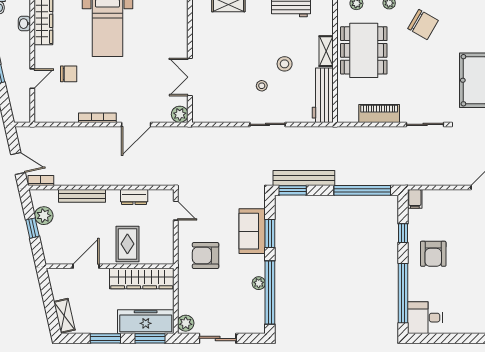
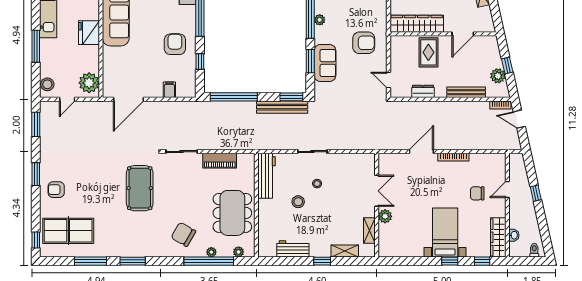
shelving: (326, 51) -> (369, 231), moved
plant: (180, 114) -> (385, 216), moved
filing cabinet: (415, 199) -> (169, 90), moved

